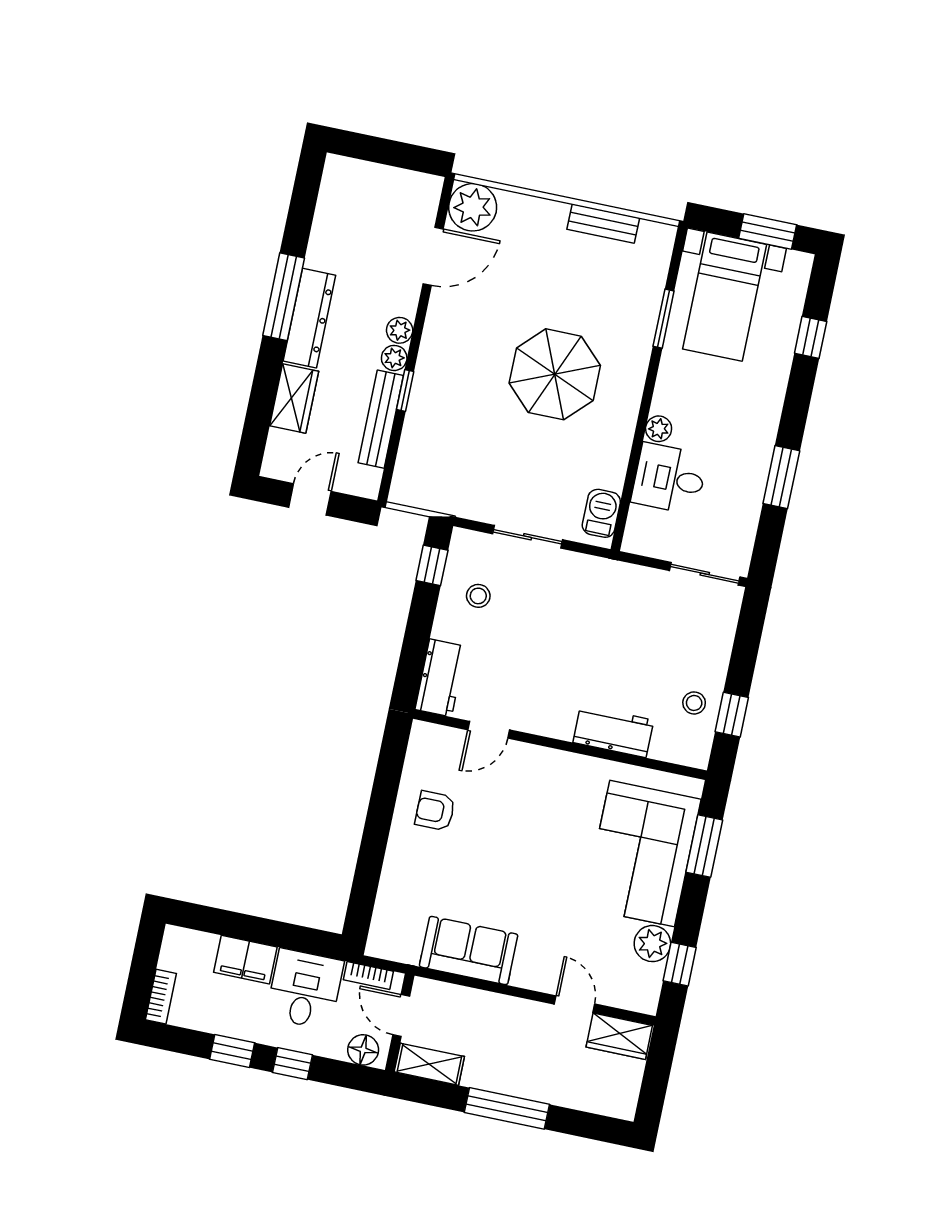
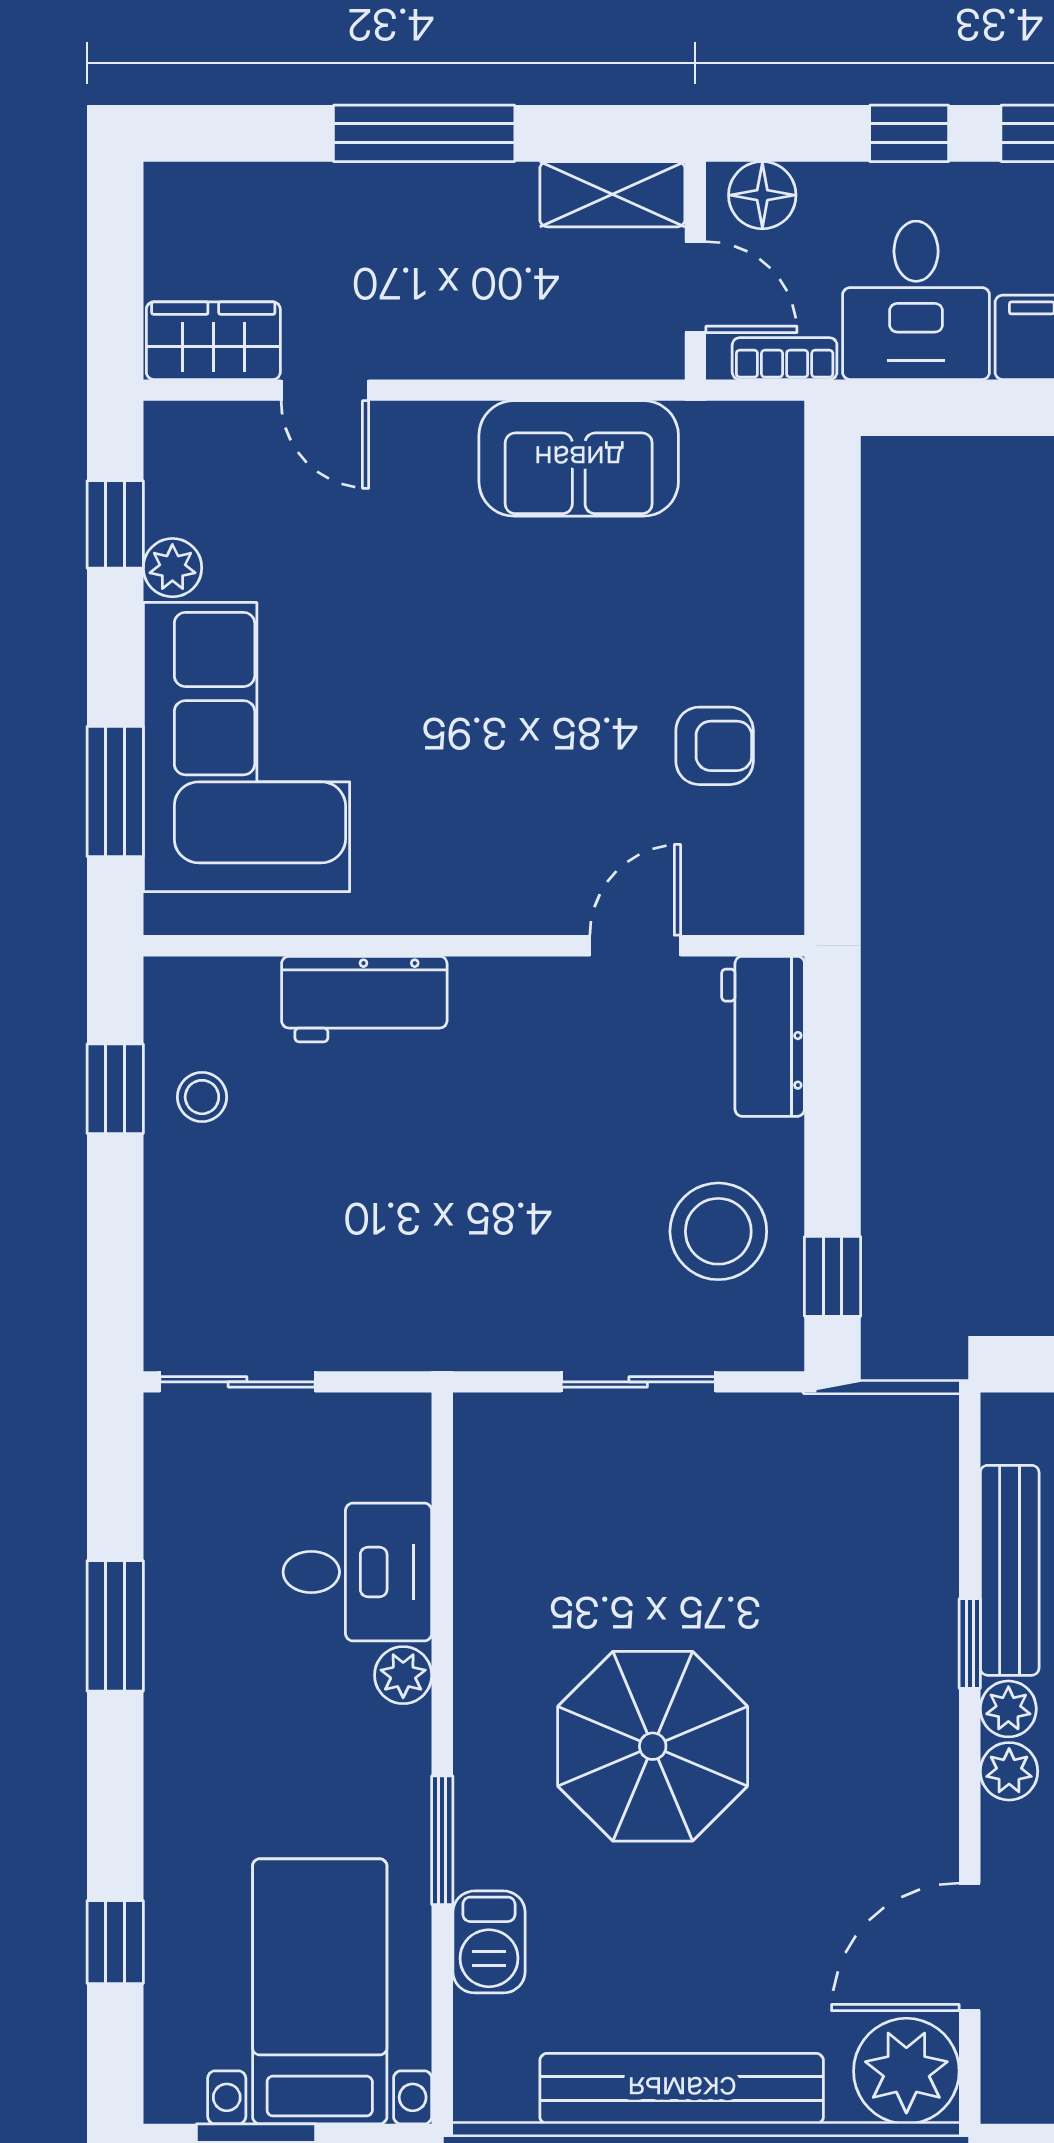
bench: (603, 224) -> (682, 2089), width x1.86, depth x1.21
window: (664, 319) -> (442, 1840), moved
barbecue: (601, 513) -> (489, 1942), moved
stool: (478, 596) -> (718, 1231), width x1.89, depth x1.89
plant: (652, 944) -> (172, 568), width x0.73, depth x0.73

